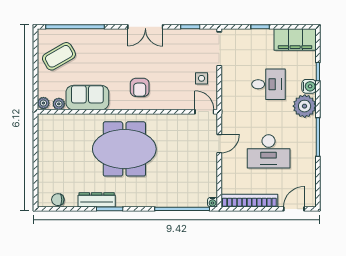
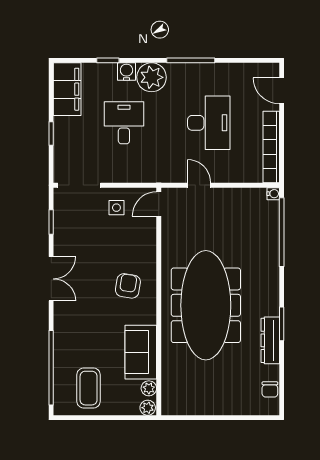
coffee table: (59, 56) -> (89, 388), turned 30
armchair: (140, 87) -> (128, 286), turned -81
meeting table: (124, 149) -> (206, 305), width x1.36

